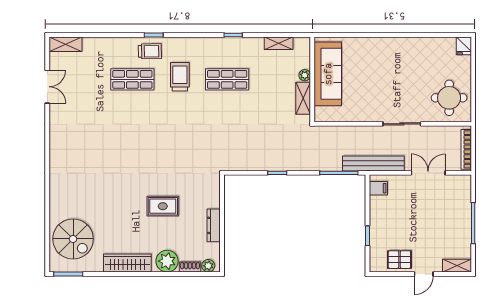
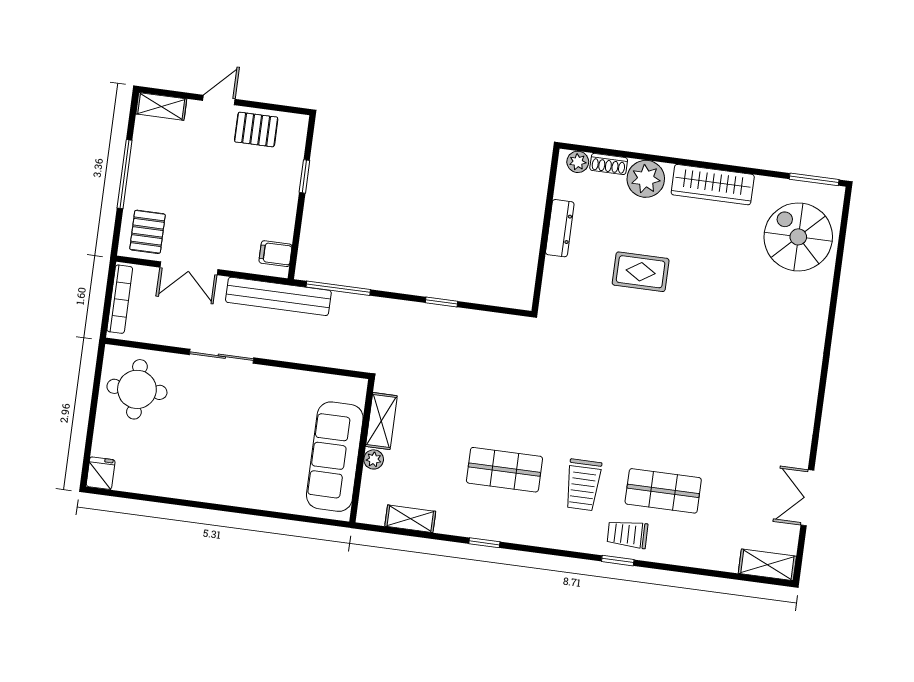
pallet: (455, 191) -> (148, 232), added

